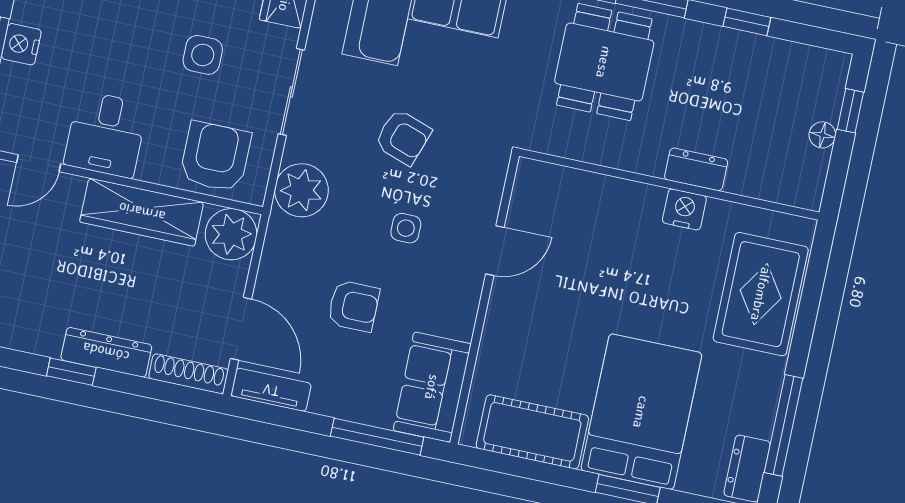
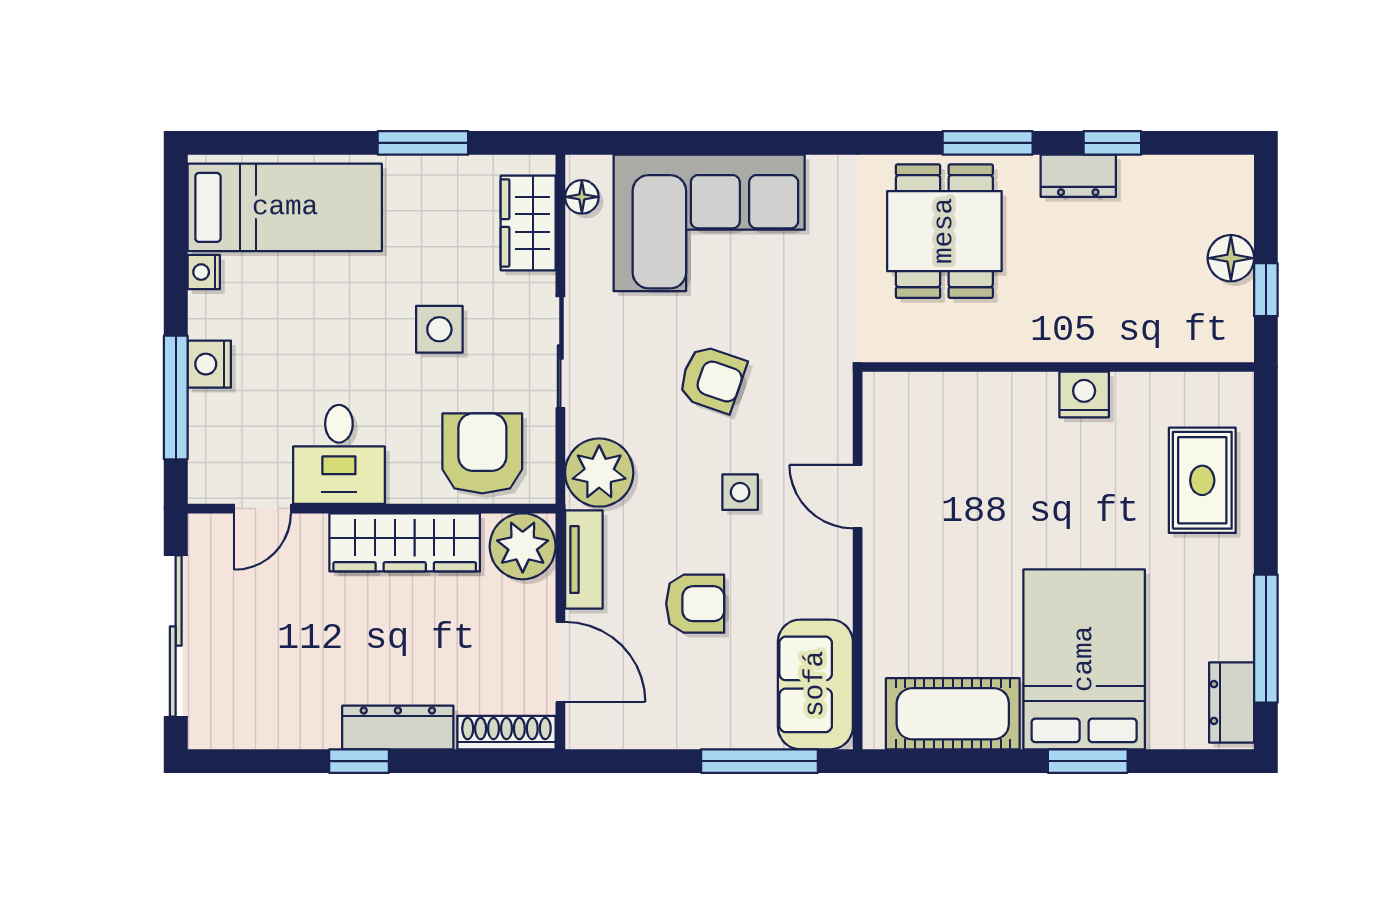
window: (850, 111) -> (1266, 290), moved
floor lamp: (822, 135) -> (1231, 258), width x1.37, depth x1.37
dresser: (696, 169) -> (1078, 176), moved, turned 180
door: (495, 251) -> (858, 497), swing flipped
rug: (761, 294) -> (1202, 480), width x0.73, depth x0.70
tv unit: (271, 390) -> (584, 560), moved, turned 90

